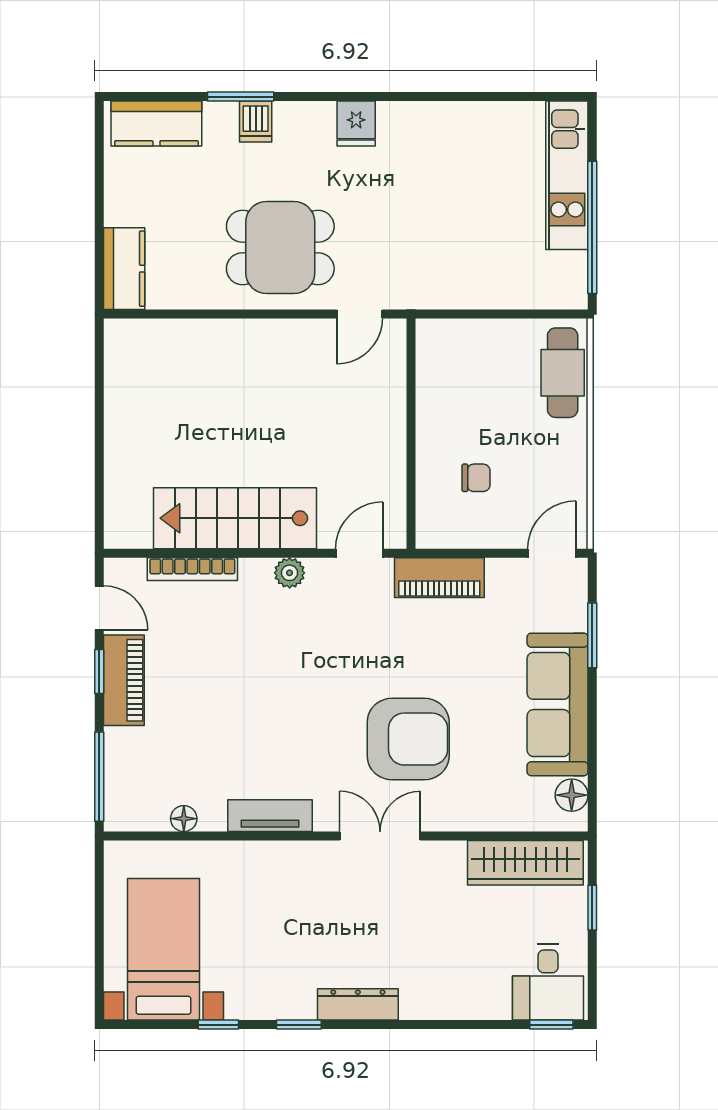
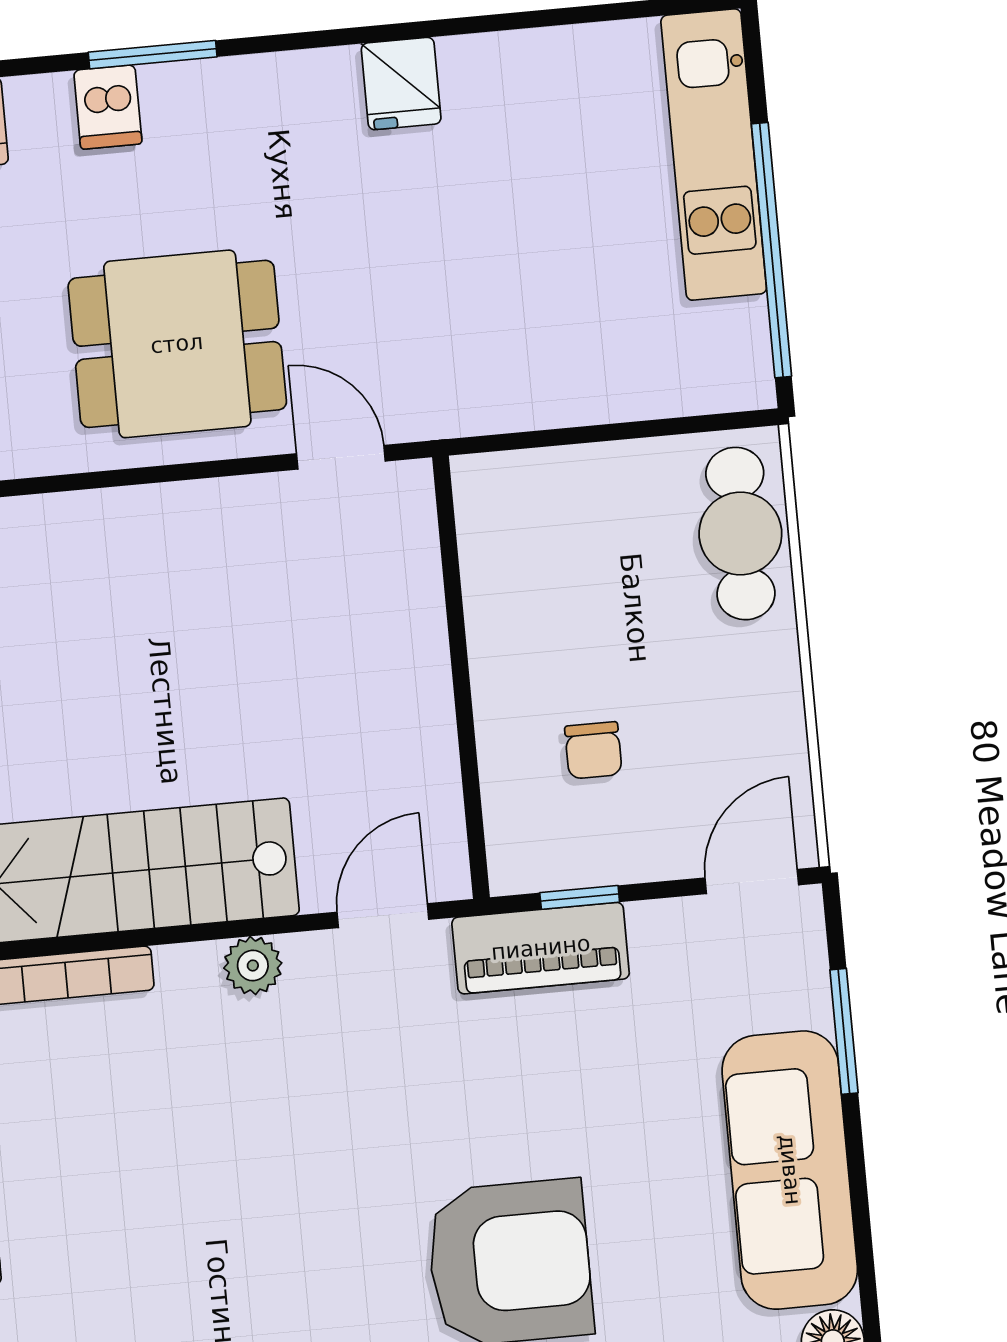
window: (241, 97) -> (153, 55), moved
fridge: (356, 123) -> (401, 84), moved
door: (359, 314) -> (341, 457), swing flipped
chair: (476, 478) -> (593, 750), turned 90
window: (462, 553) -> (580, 897), added

